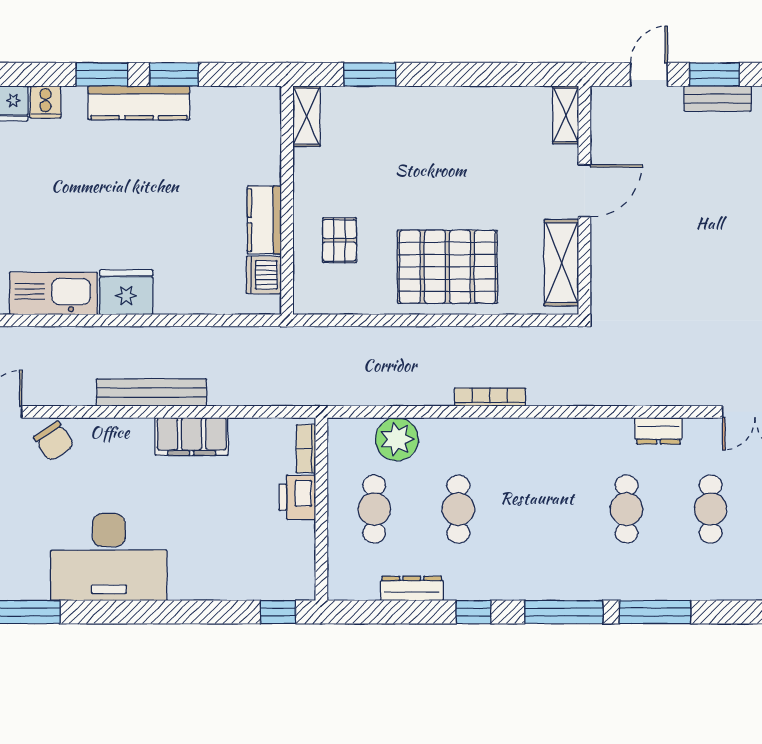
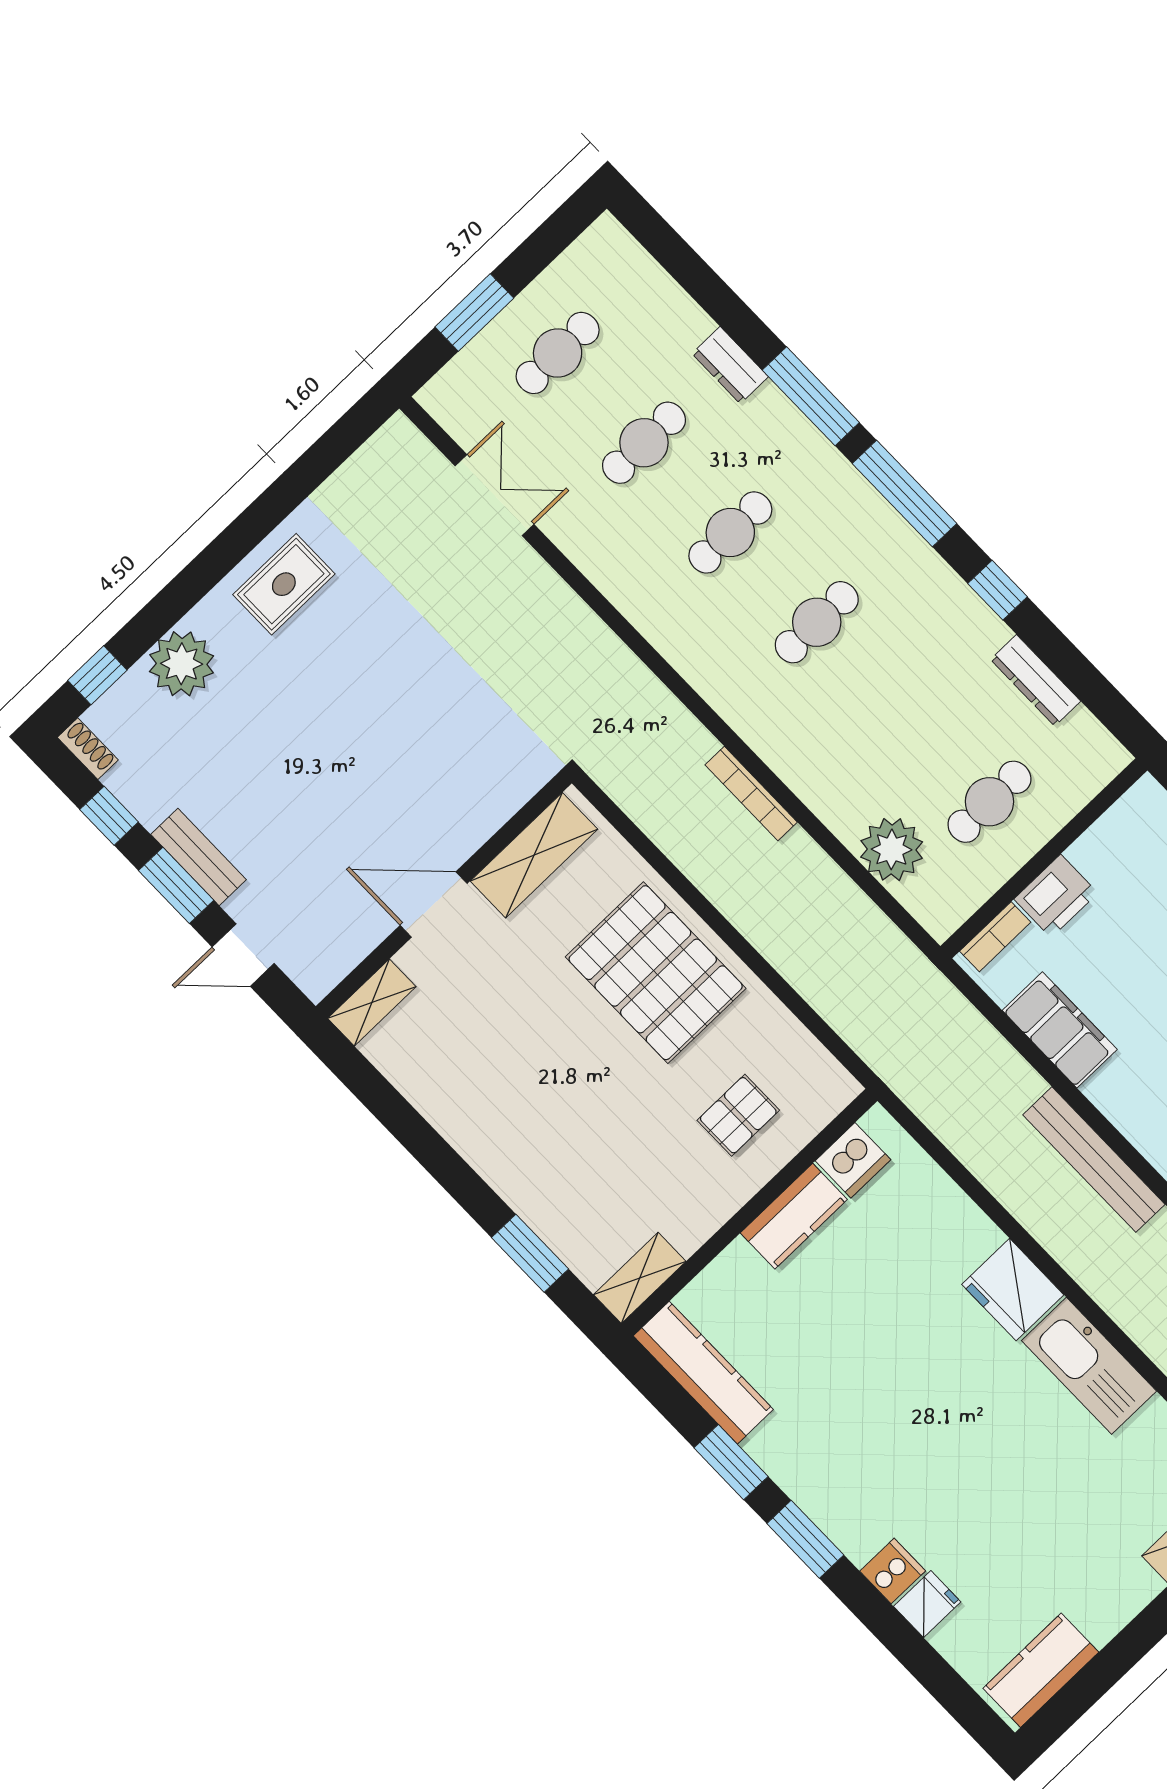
kitchen counter: (139, 103) -> (703, 1373), moved
dresser: (658, 431) -> (730, 365), moved, turned 180
filing cabinet: (192, 436) -> (1060, 1030), moved
cafe table: (458, 509) -> (817, 622), moved

